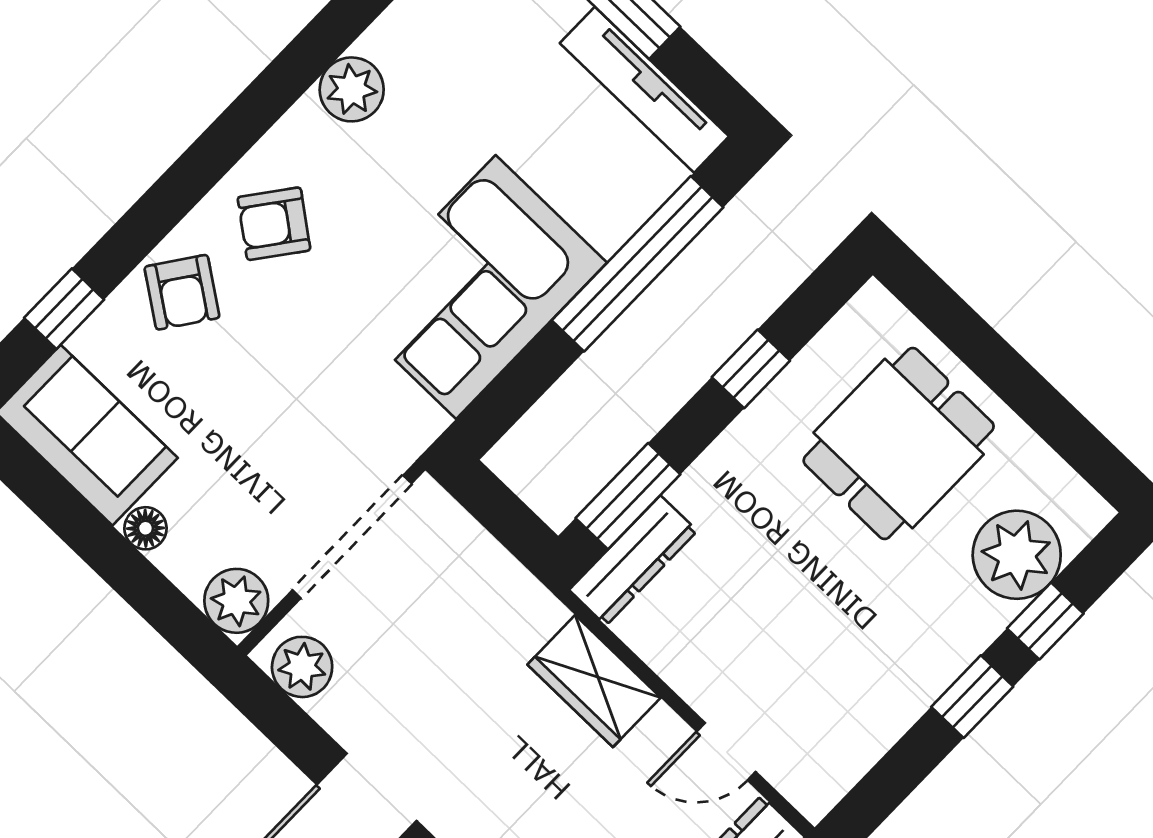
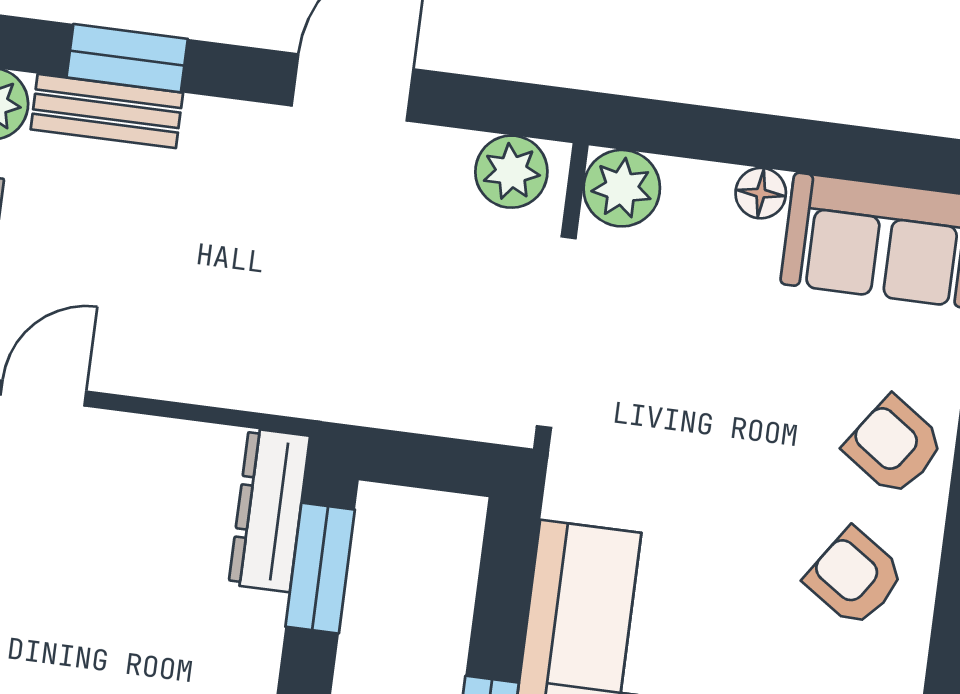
armchair: (274, 224) -> (855, 577), turned -93
wardrobe: (594, 681) -> (221, 366), removed

